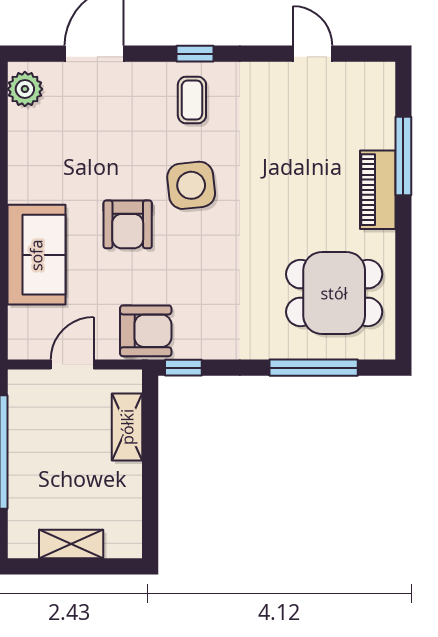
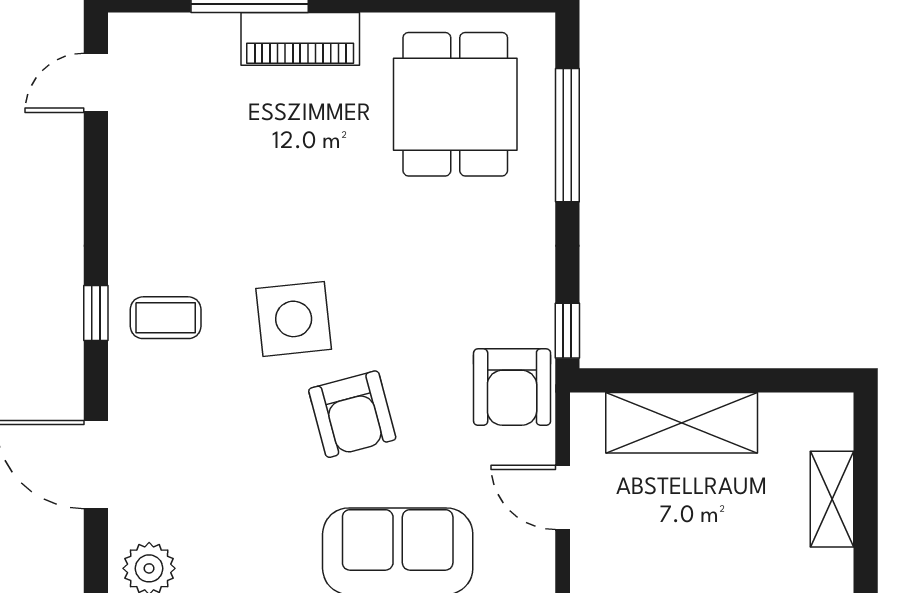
door: (313, 54) -> (96, 83), moved
armchair: (128, 224) -> (352, 414), turned 75
armchair: (146, 331) -> (512, 387), turned 180
shelving: (127, 427) -> (682, 423), width x1.50, depth x1.33

